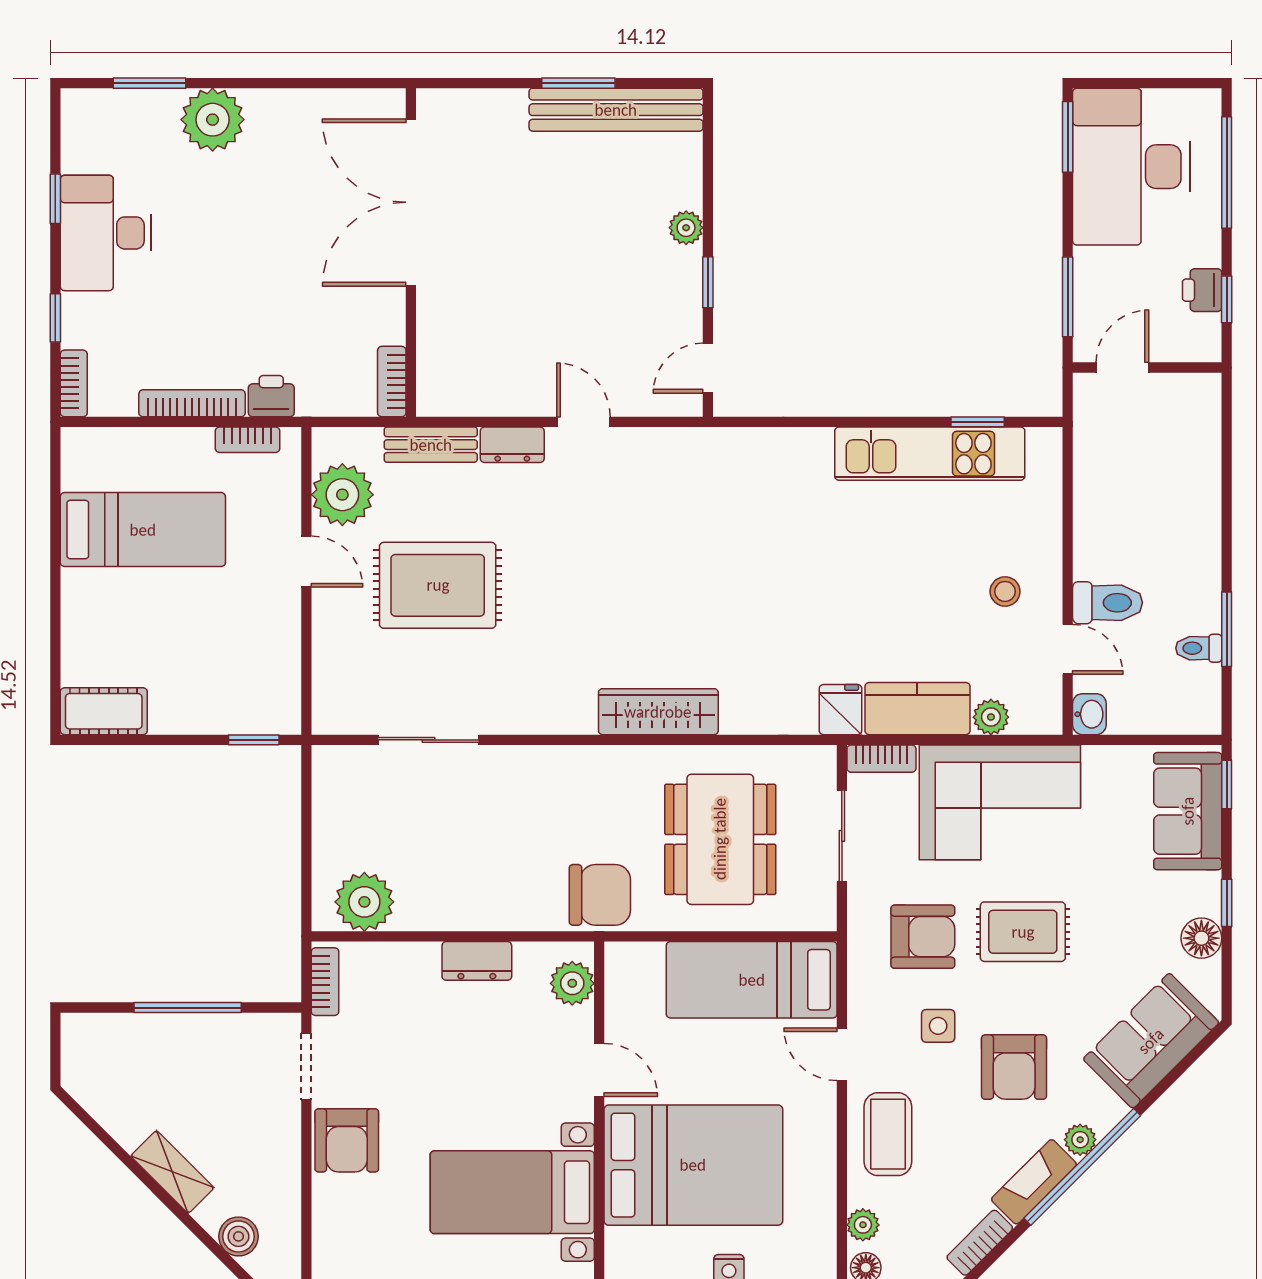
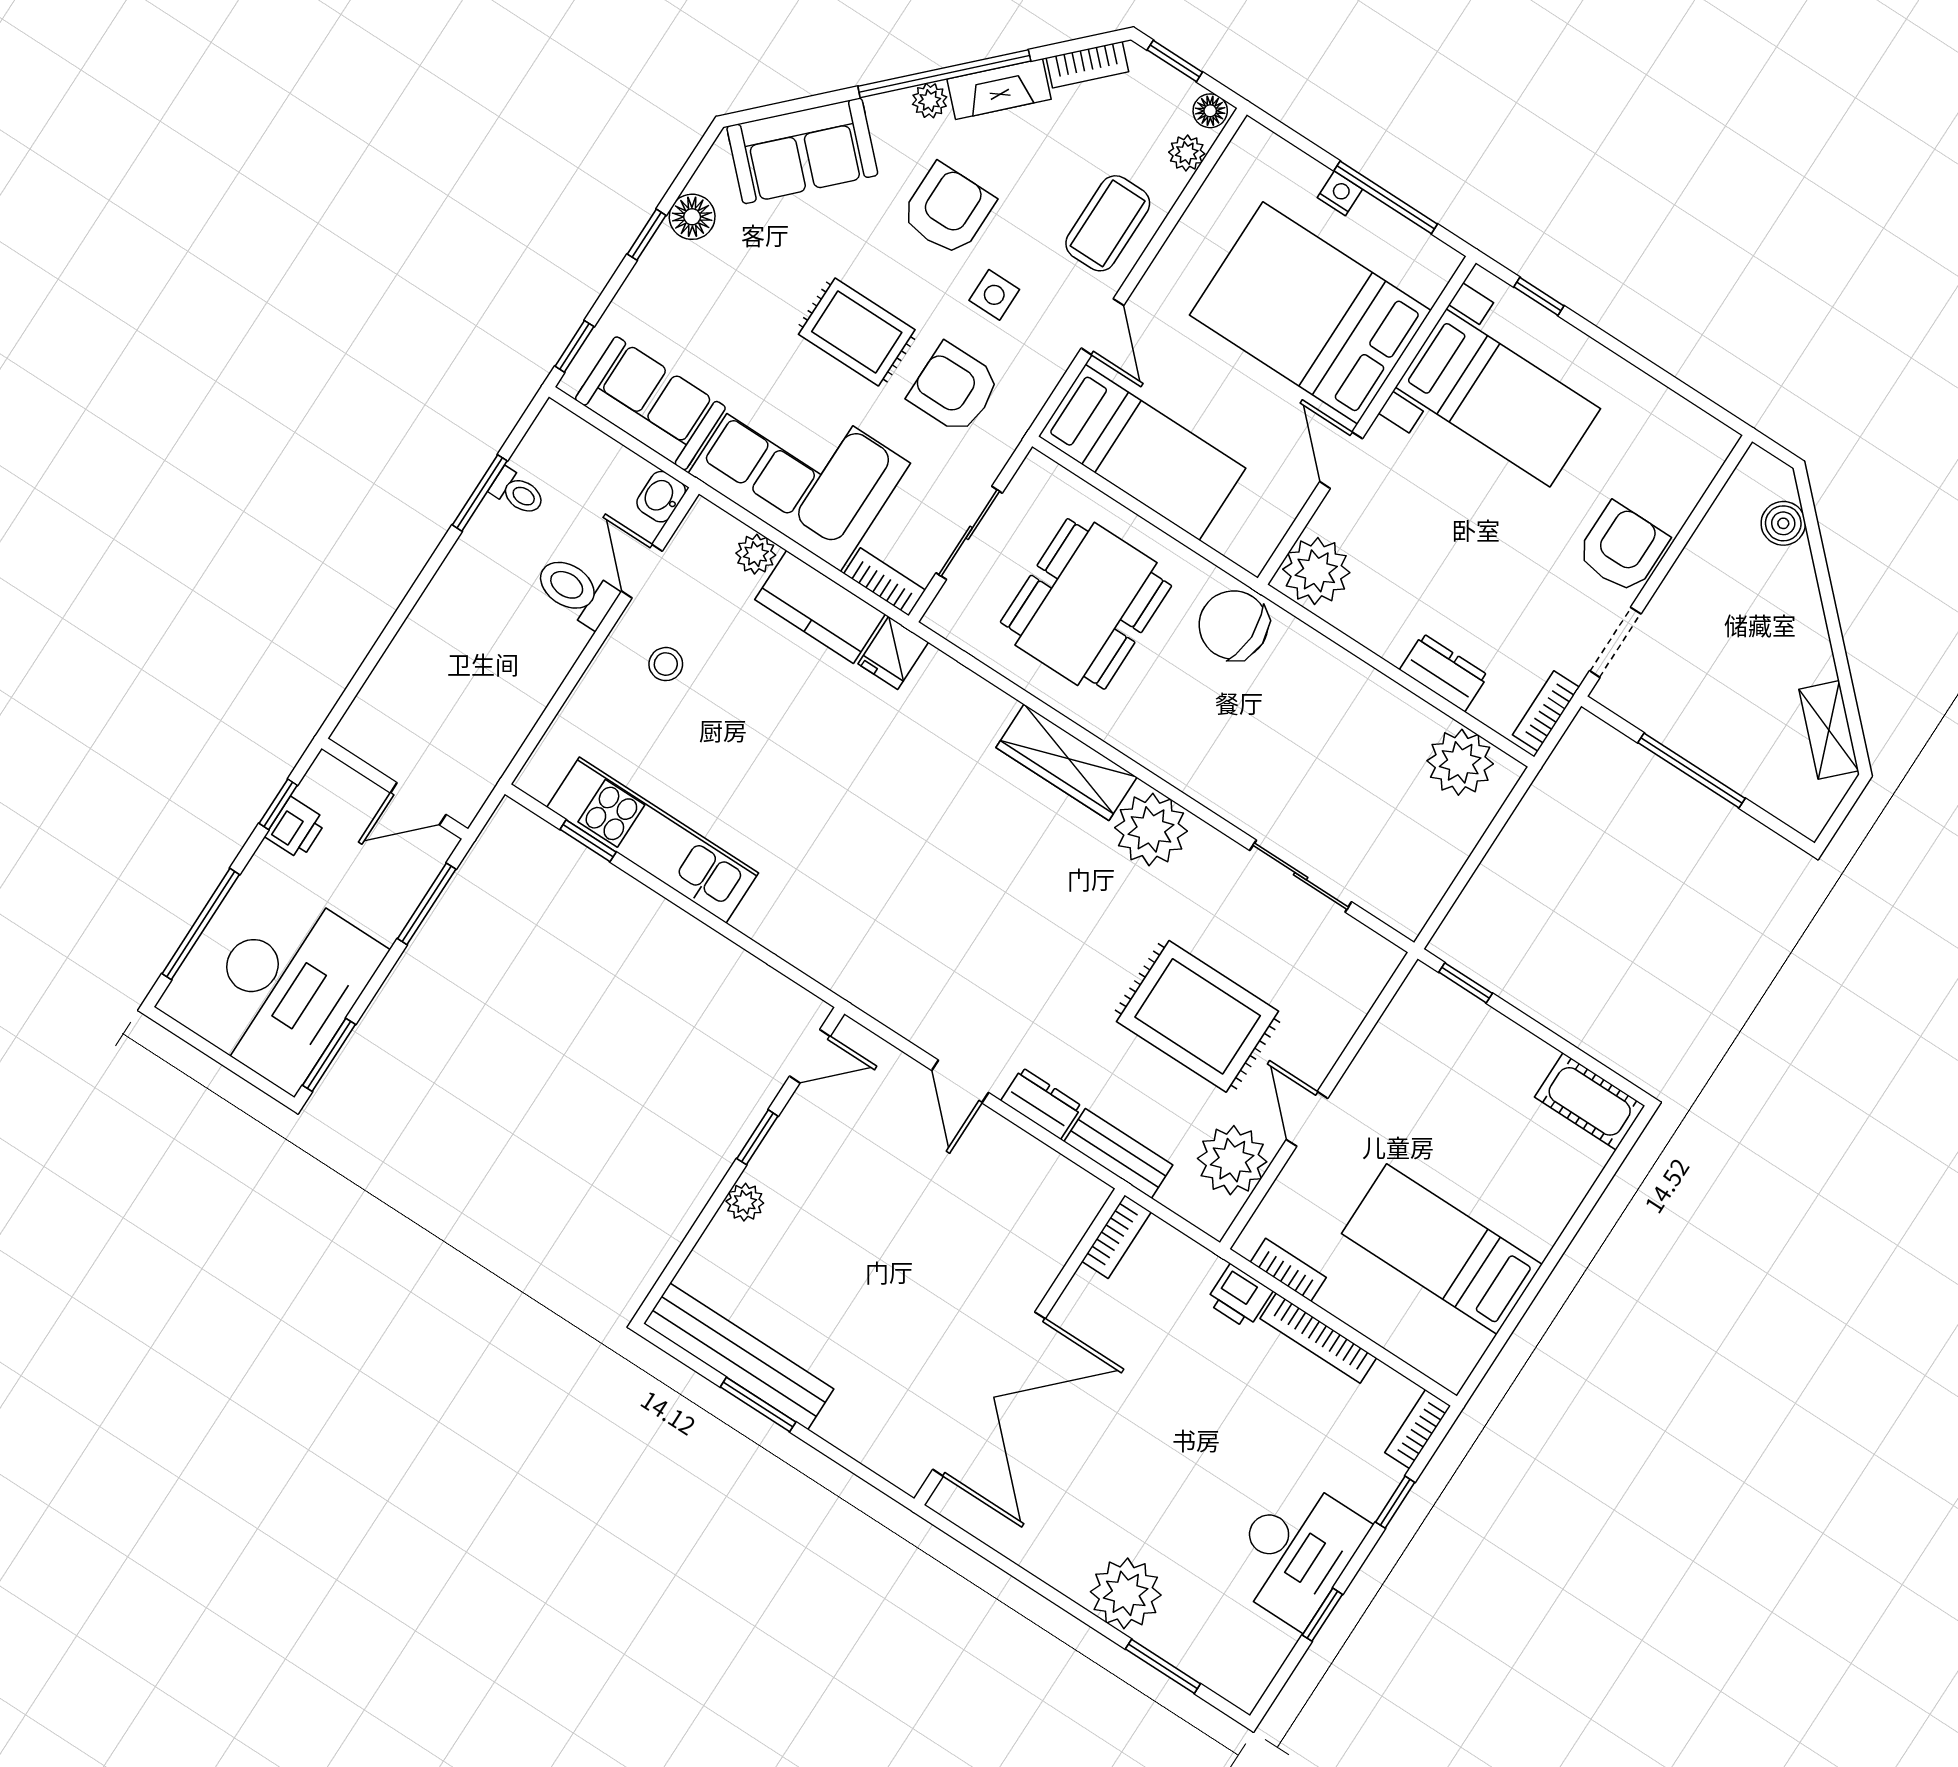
plant: (563, 702) -> (1151, 829), added
sofa: (1188, 811) -> (650, 403), moved, turned -90
dresser: (477, 961) -> (1444, 673), moved
plant: (572, 983) -> (1316, 571), width x1.36, depth x1.36
shelving: (172, 1172) -> (1829, 730), moved

